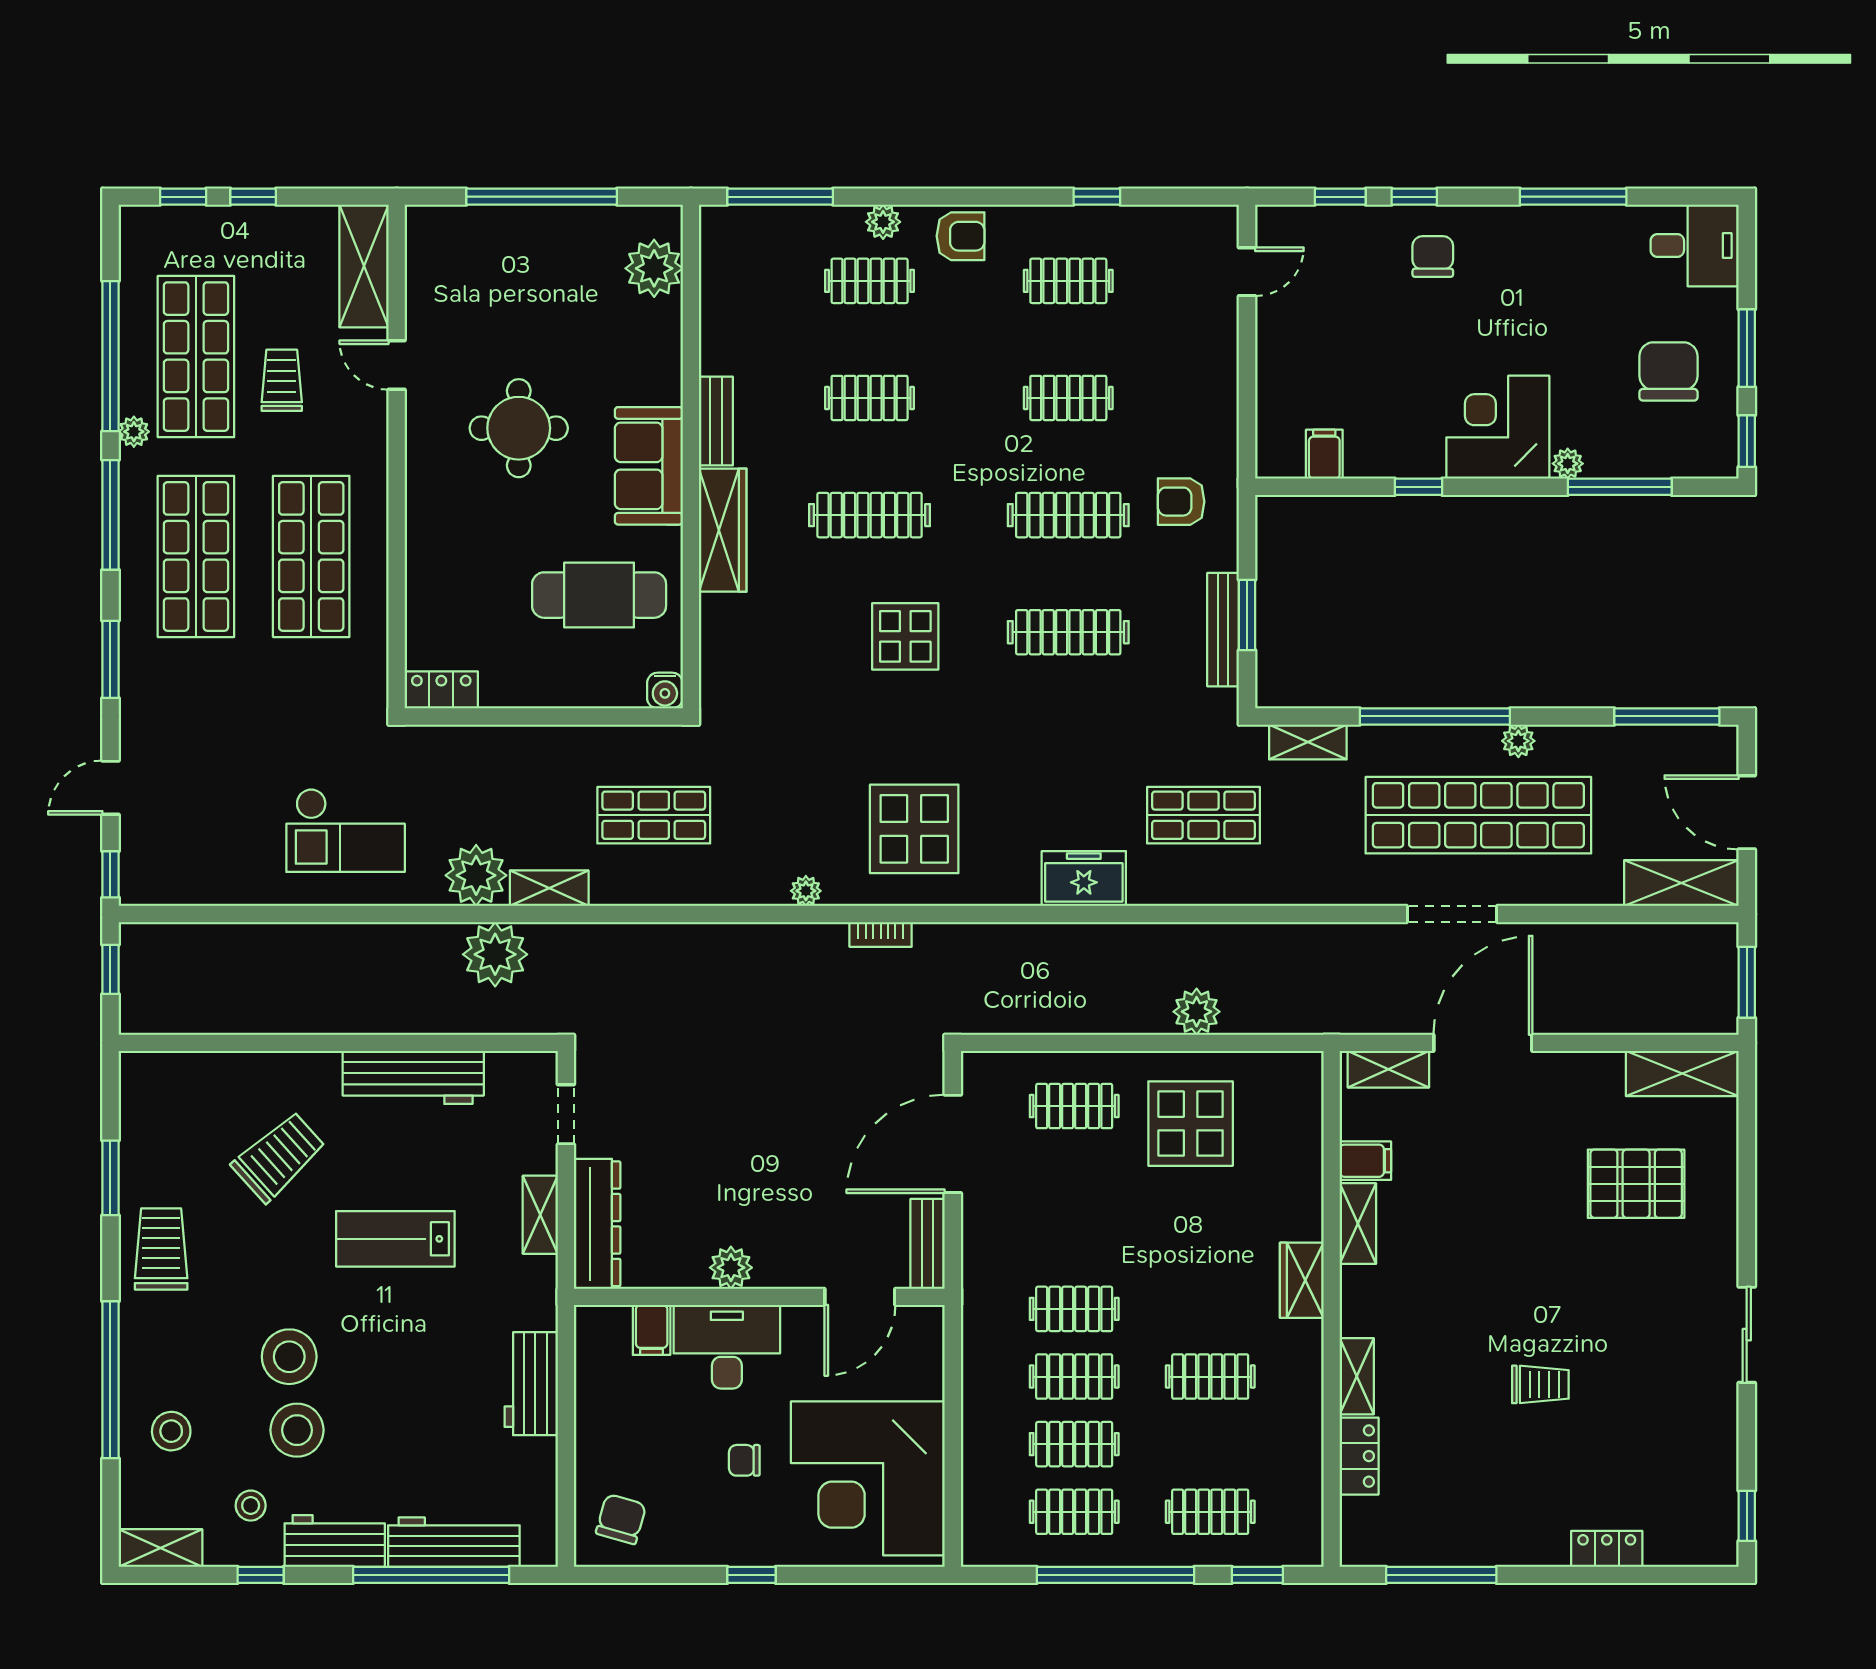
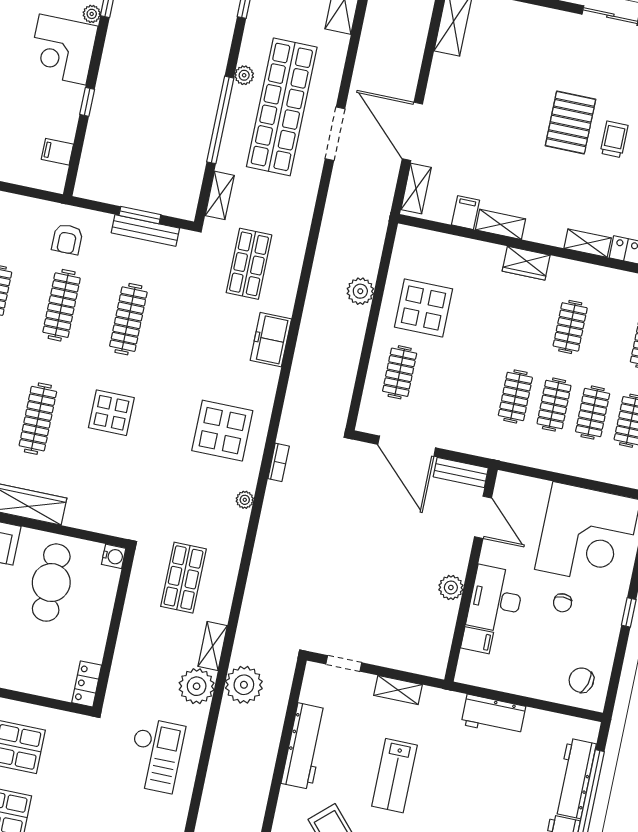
pallet: (1636, 1184) -> (570, 122), moved
dresser: (597, 1224) -> (410, 659), removed

